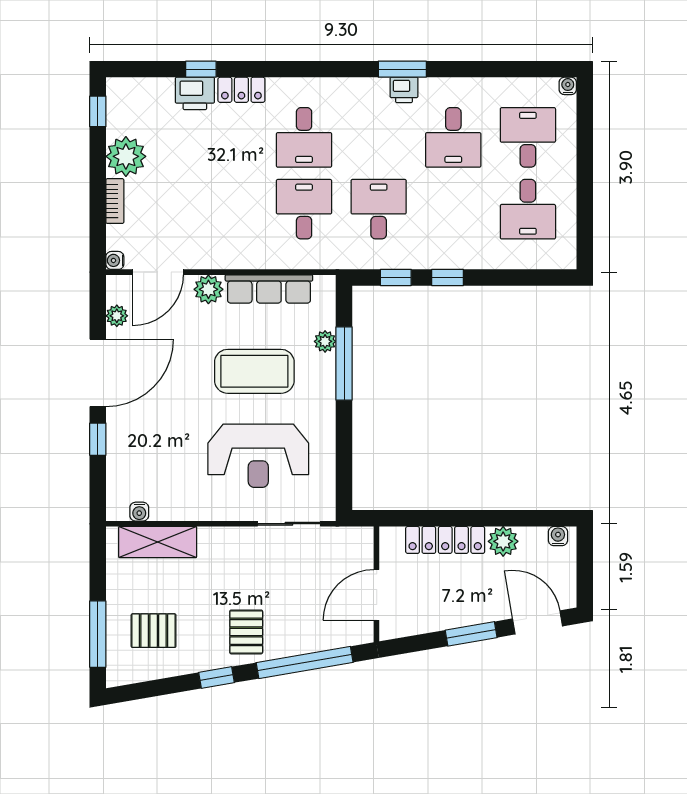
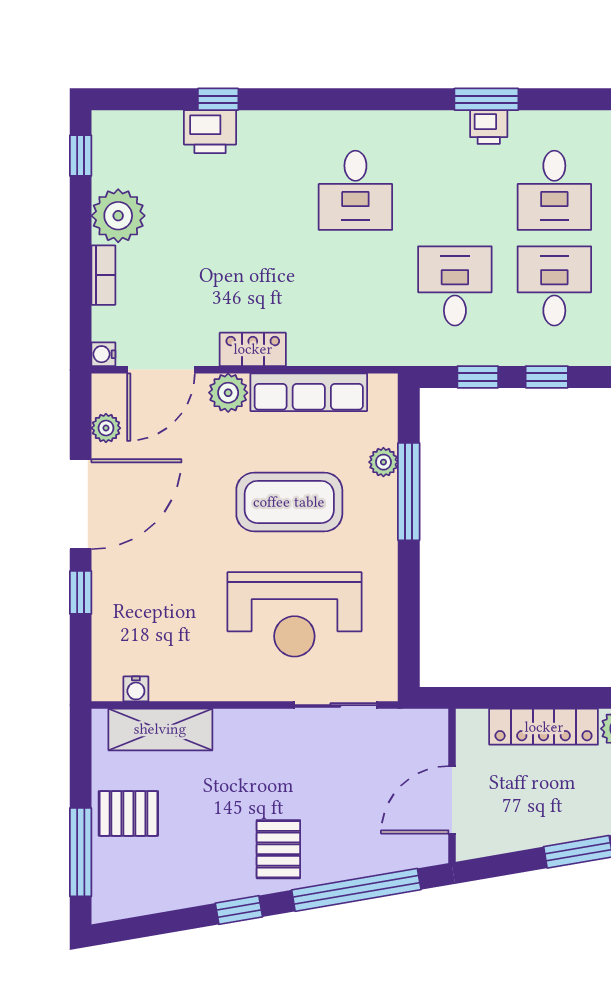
locker: (241, 90) -> (253, 349), moved, turned 180
desk: (304, 209) -> (554, 286), moved
pallet: (154, 631) -> (128, 813), moved

